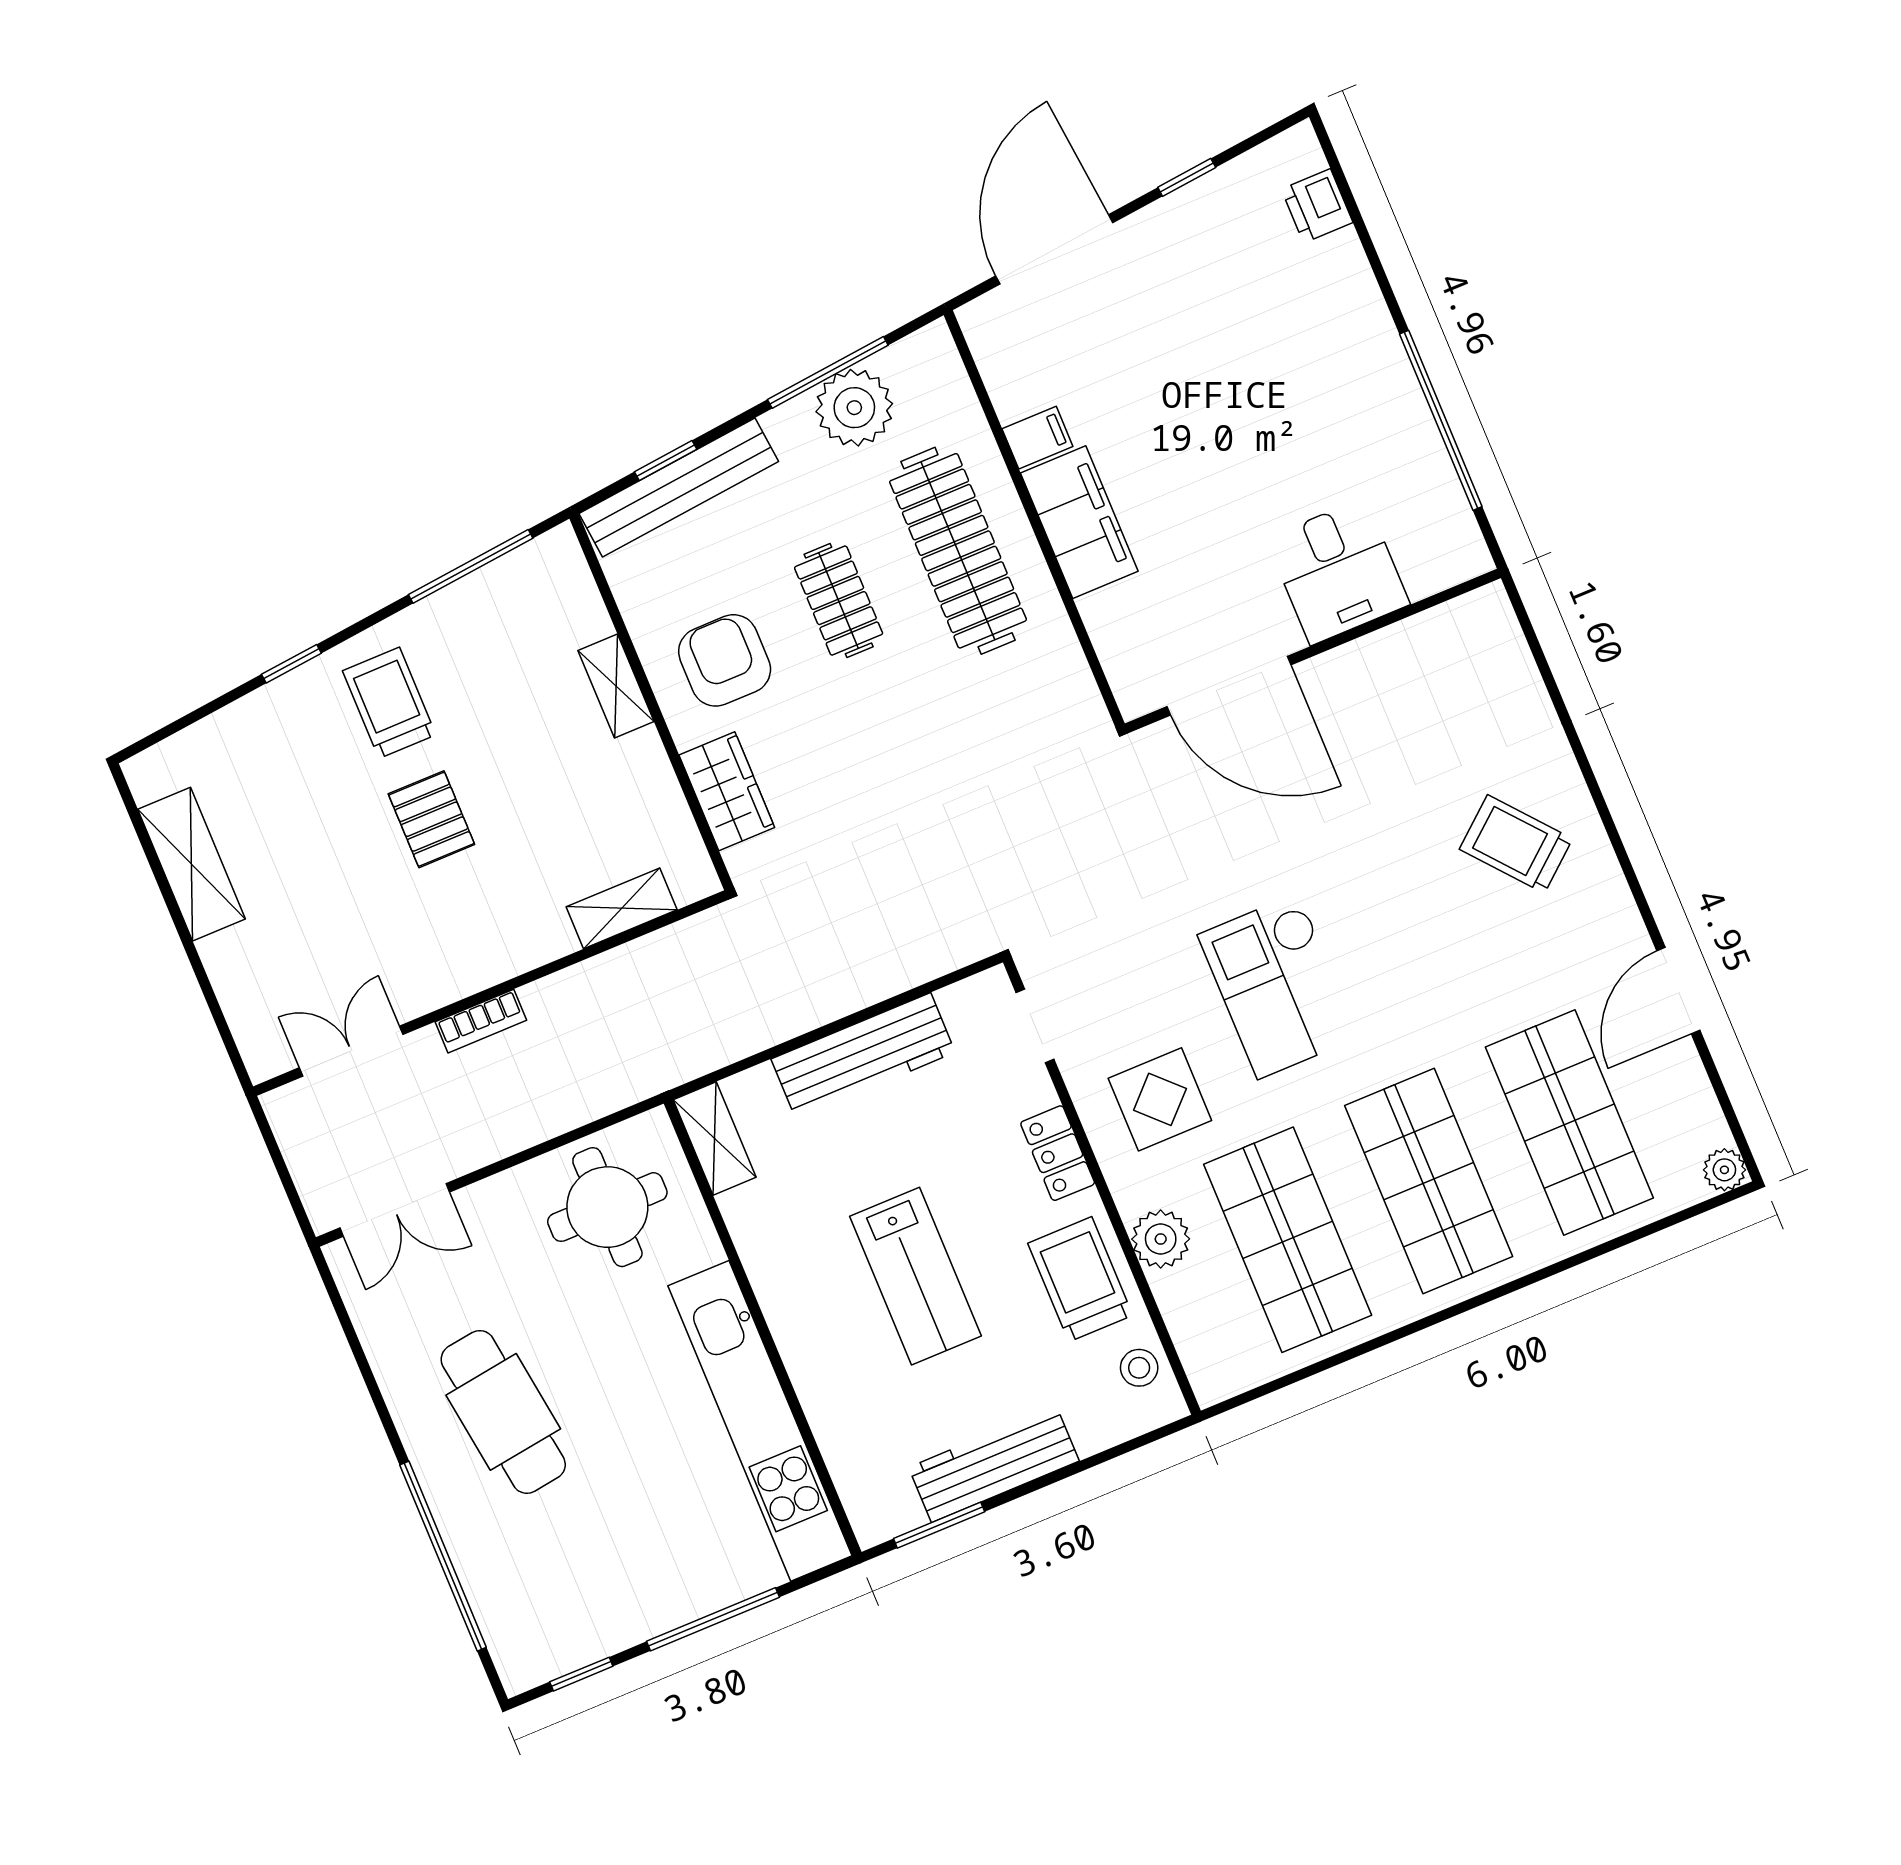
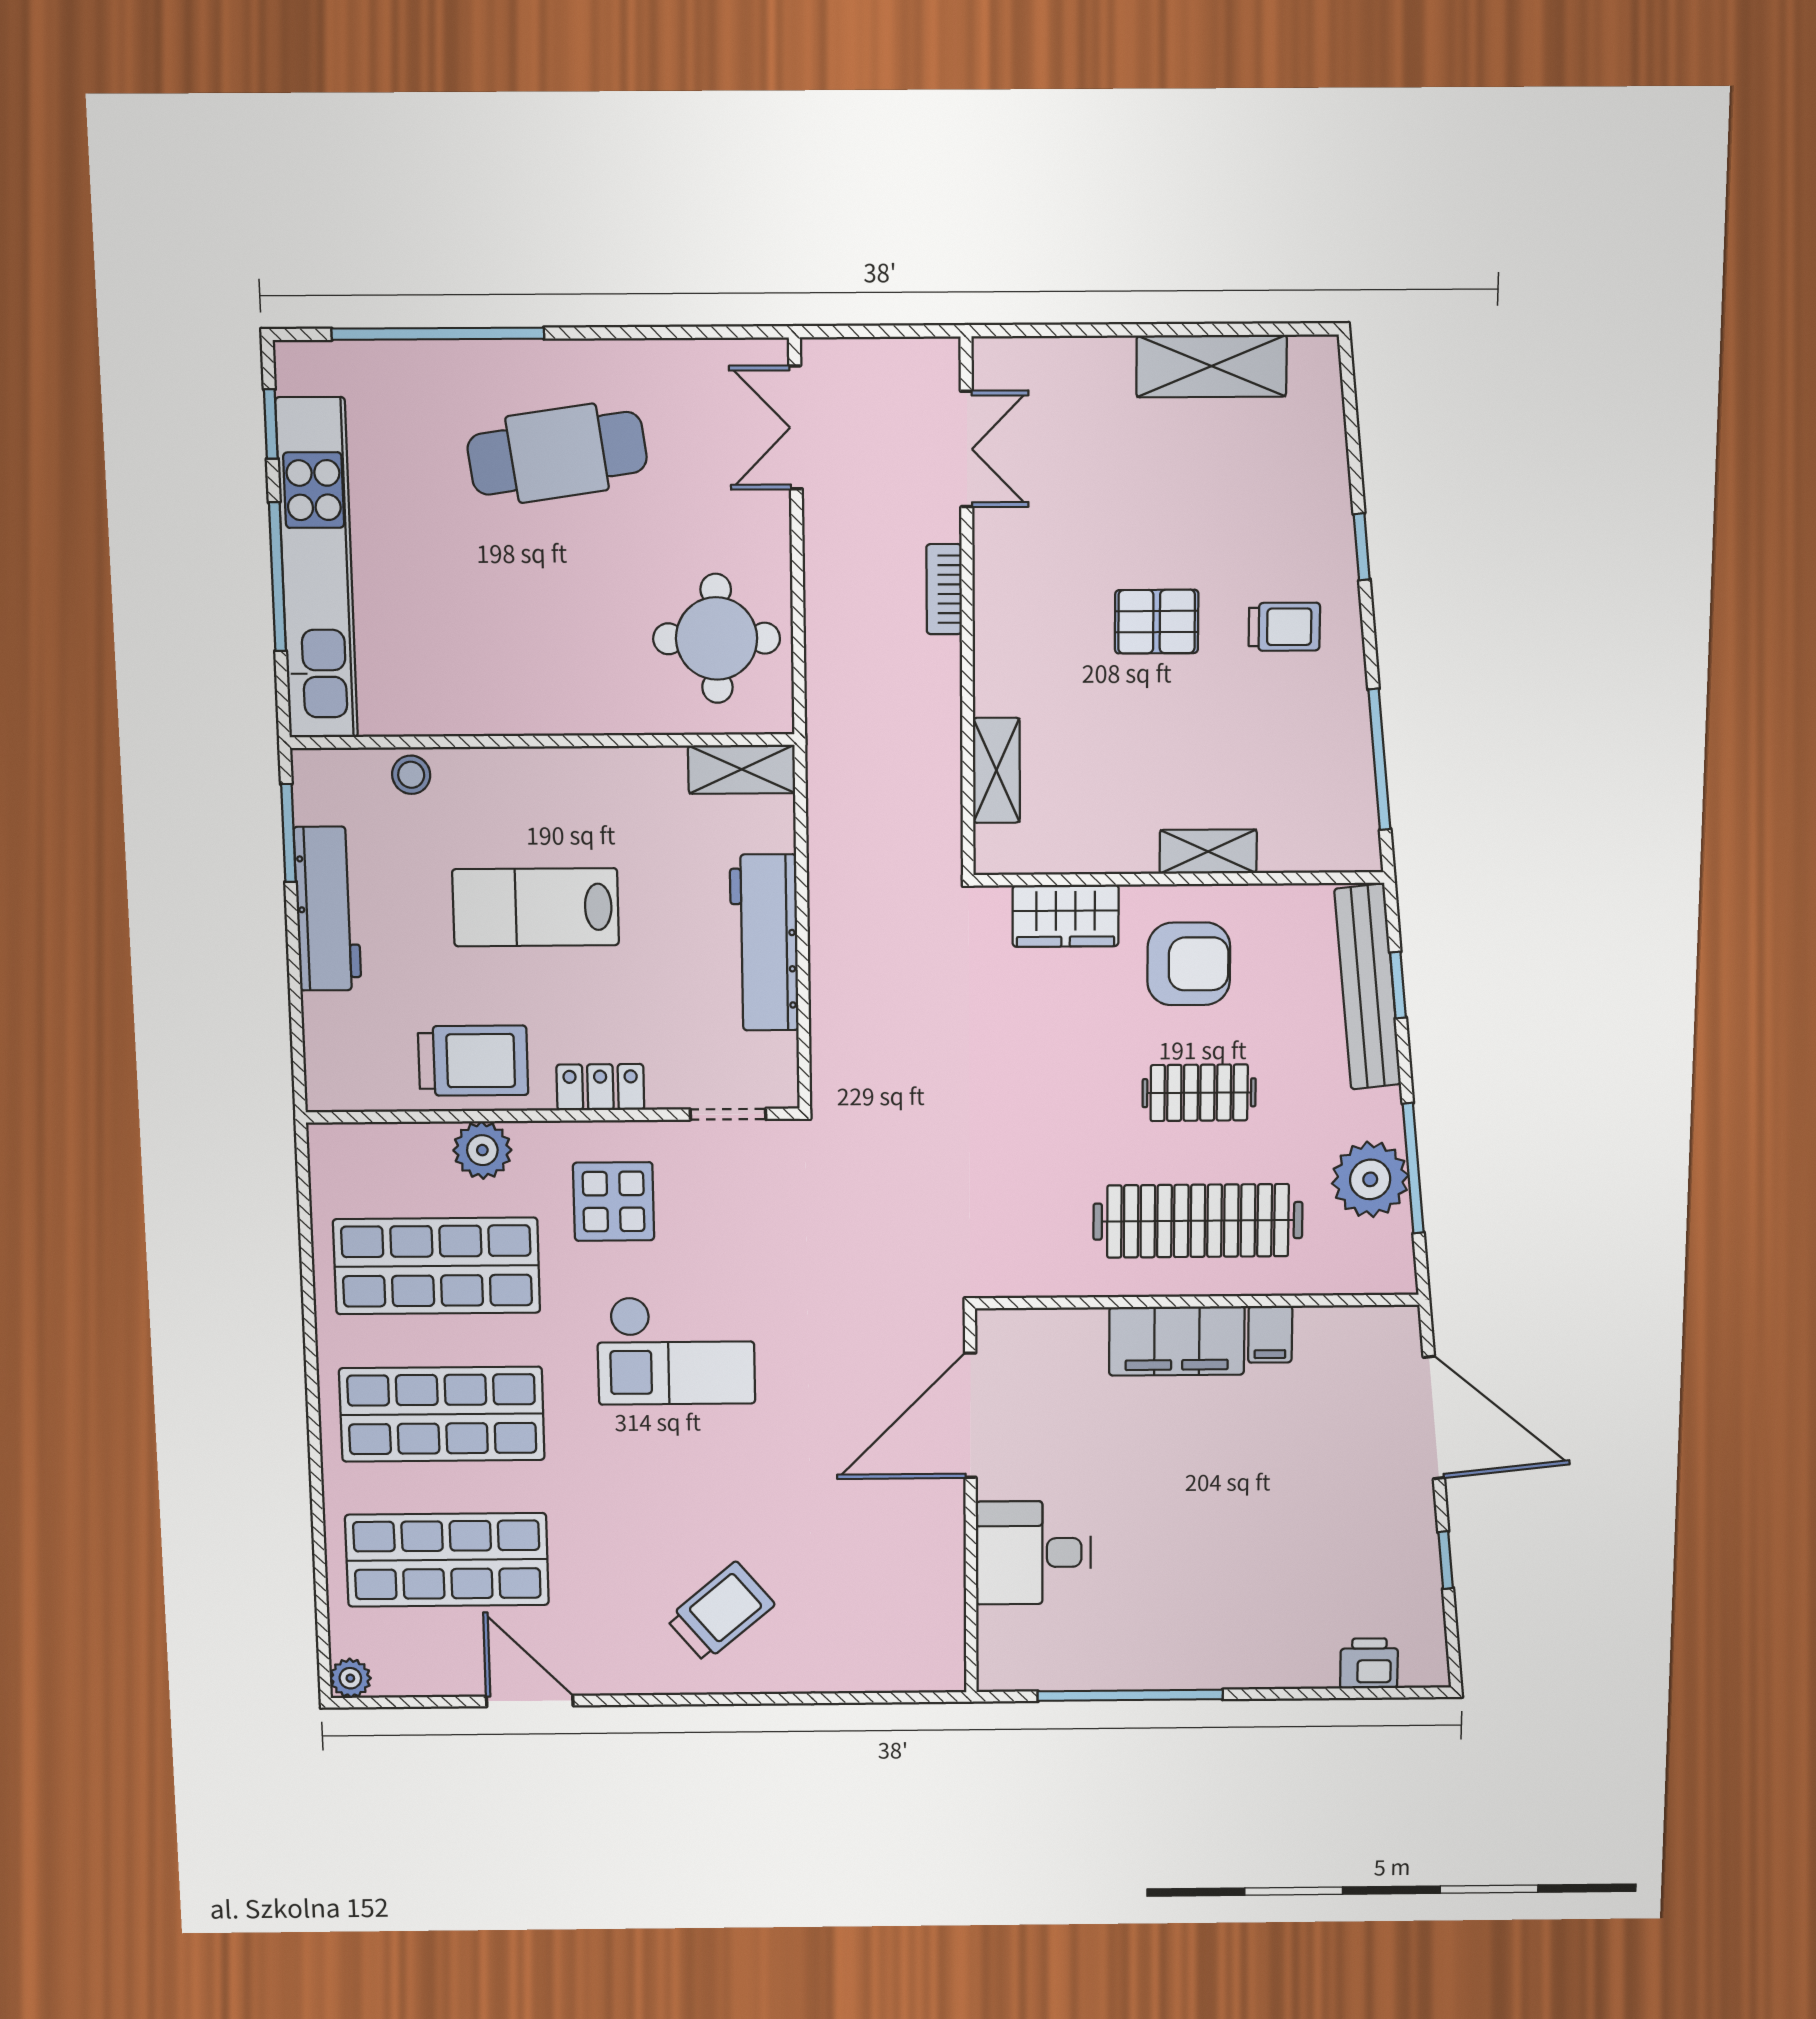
trolley: (389, 703) -> (1284, 627), width x0.73, depth x0.72
checkout: (1278, 986) -> (676, 1351), turned 180
stool: (1139, 1368) -> (411, 775), moved
kitchen unit: (760, 1421) -> (317, 569), moved, turned 90

